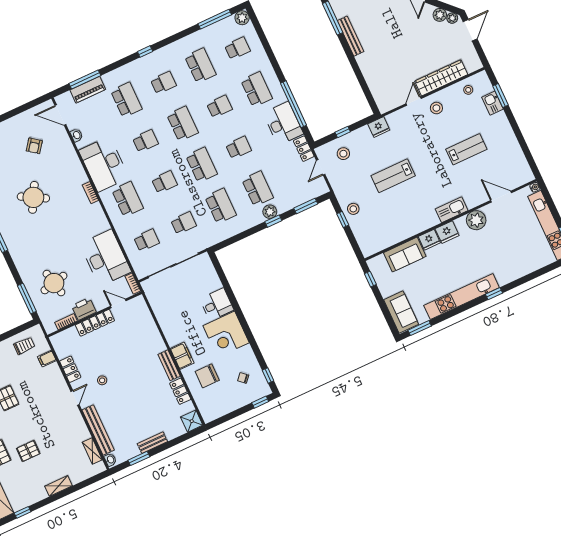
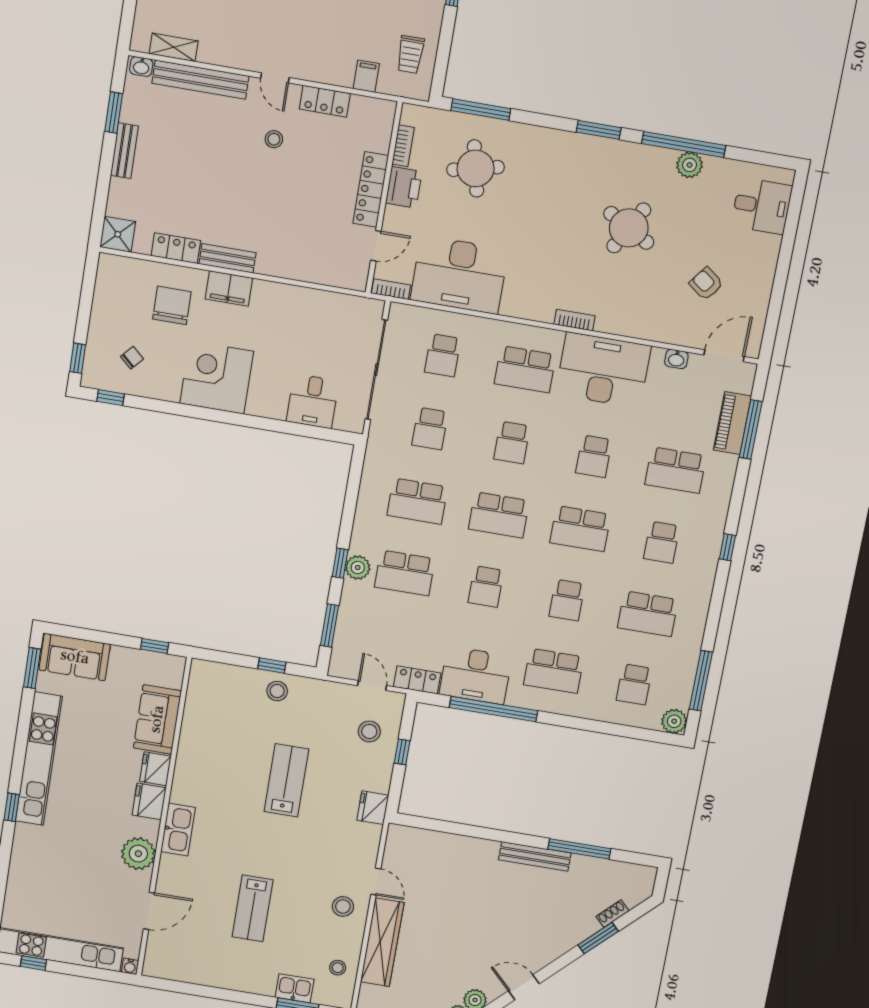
desk: (217, 304) -> (313, 401), moved

